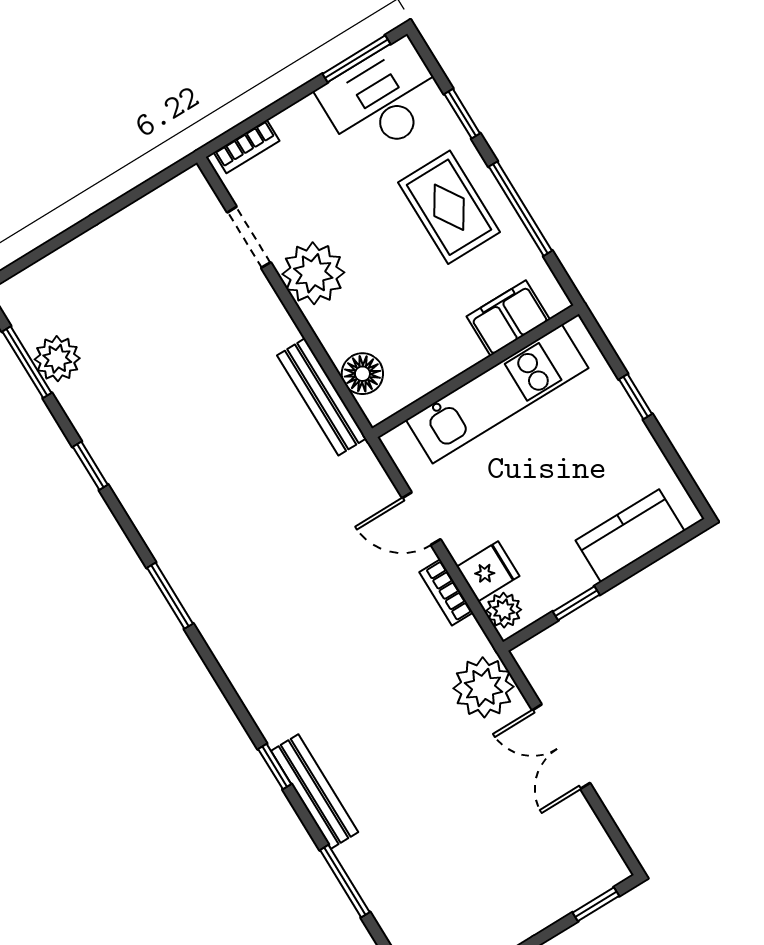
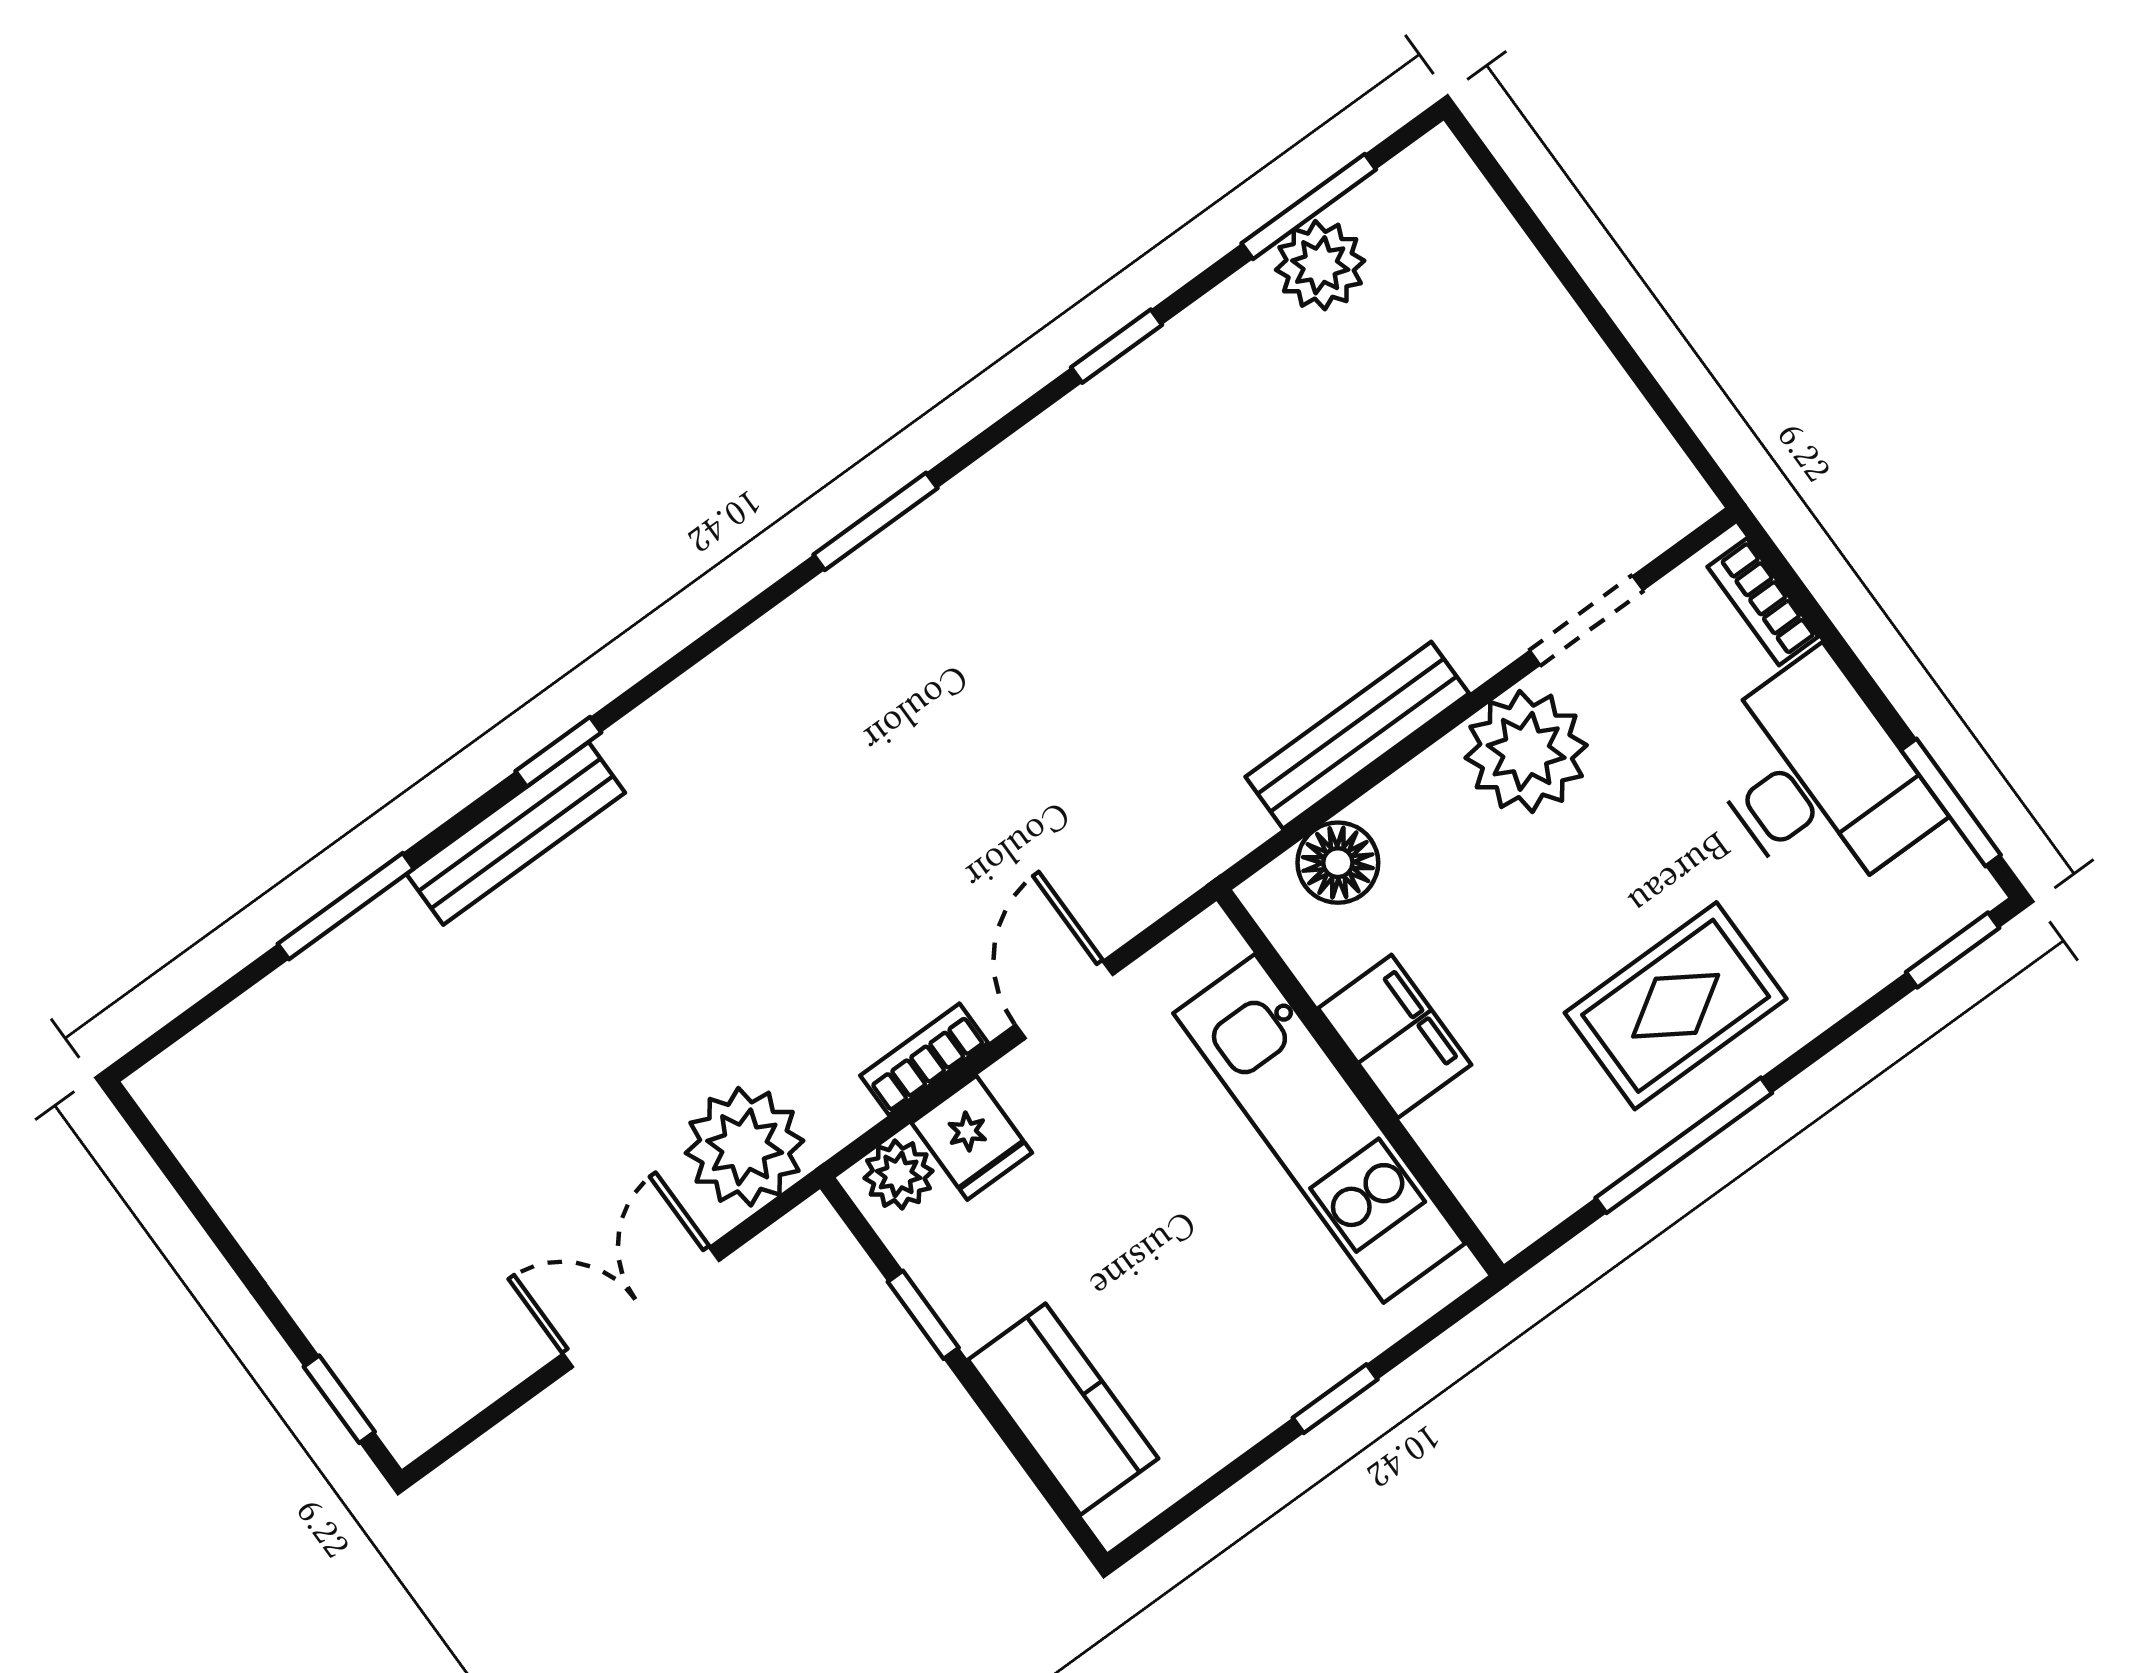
desk: (383, 99) -> (1817, 779), moved
window: (462, 114) -> (1953, 950), moved
filing cabinet: (508, 318) -> (1395, 1036), moved
bench: (322, 397) -> (1357, 735), moved

